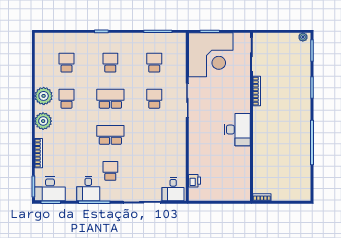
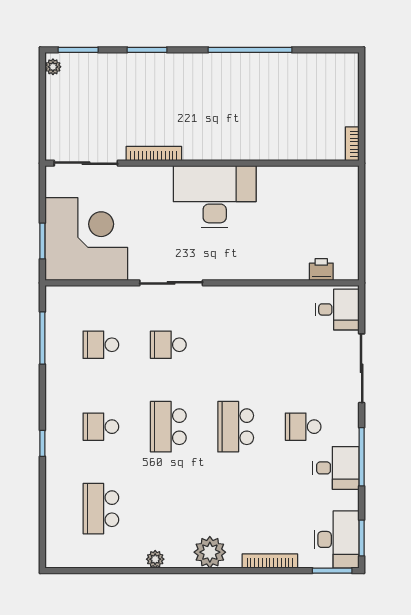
school desk: (66, 63) -> (101, 509), width x1.85
plant: (44, 96) -> (155, 559), width x0.53, depth x0.53
school desk: (66, 99) -> (168, 509), removed
desk: (237, 130) -> (215, 197), width x1.36, depth x1.30

